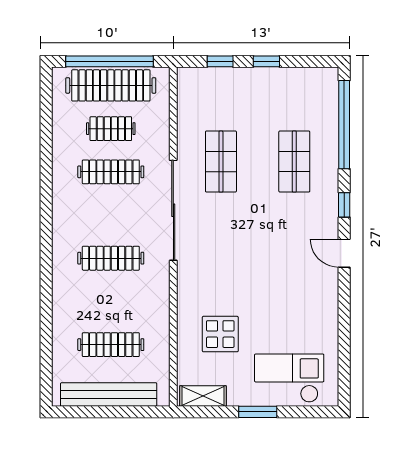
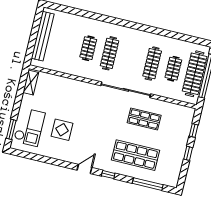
window: (344, 125) -> (148, 184), width x0.68
shop shelf: (294, 162) -> (135, 155), width x1.43, depth x1.36
display table: (220, 334) -> (62, 130), moved
clothes rail: (111, 345) -> (88, 48), moved, width x0.73
window: (258, 412) -> (11, 129), moved

